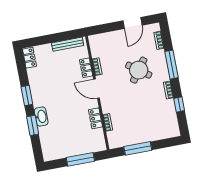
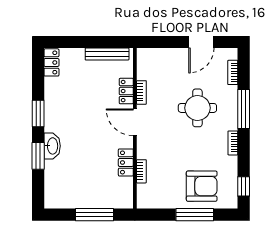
round table: (139, 70) -> (197, 108), turned -36
window: (179, 104) -> (244, 186), moved
armchair: (152, 125) -> (202, 186), added
window: (138, 148) -> (195, 215), moved

